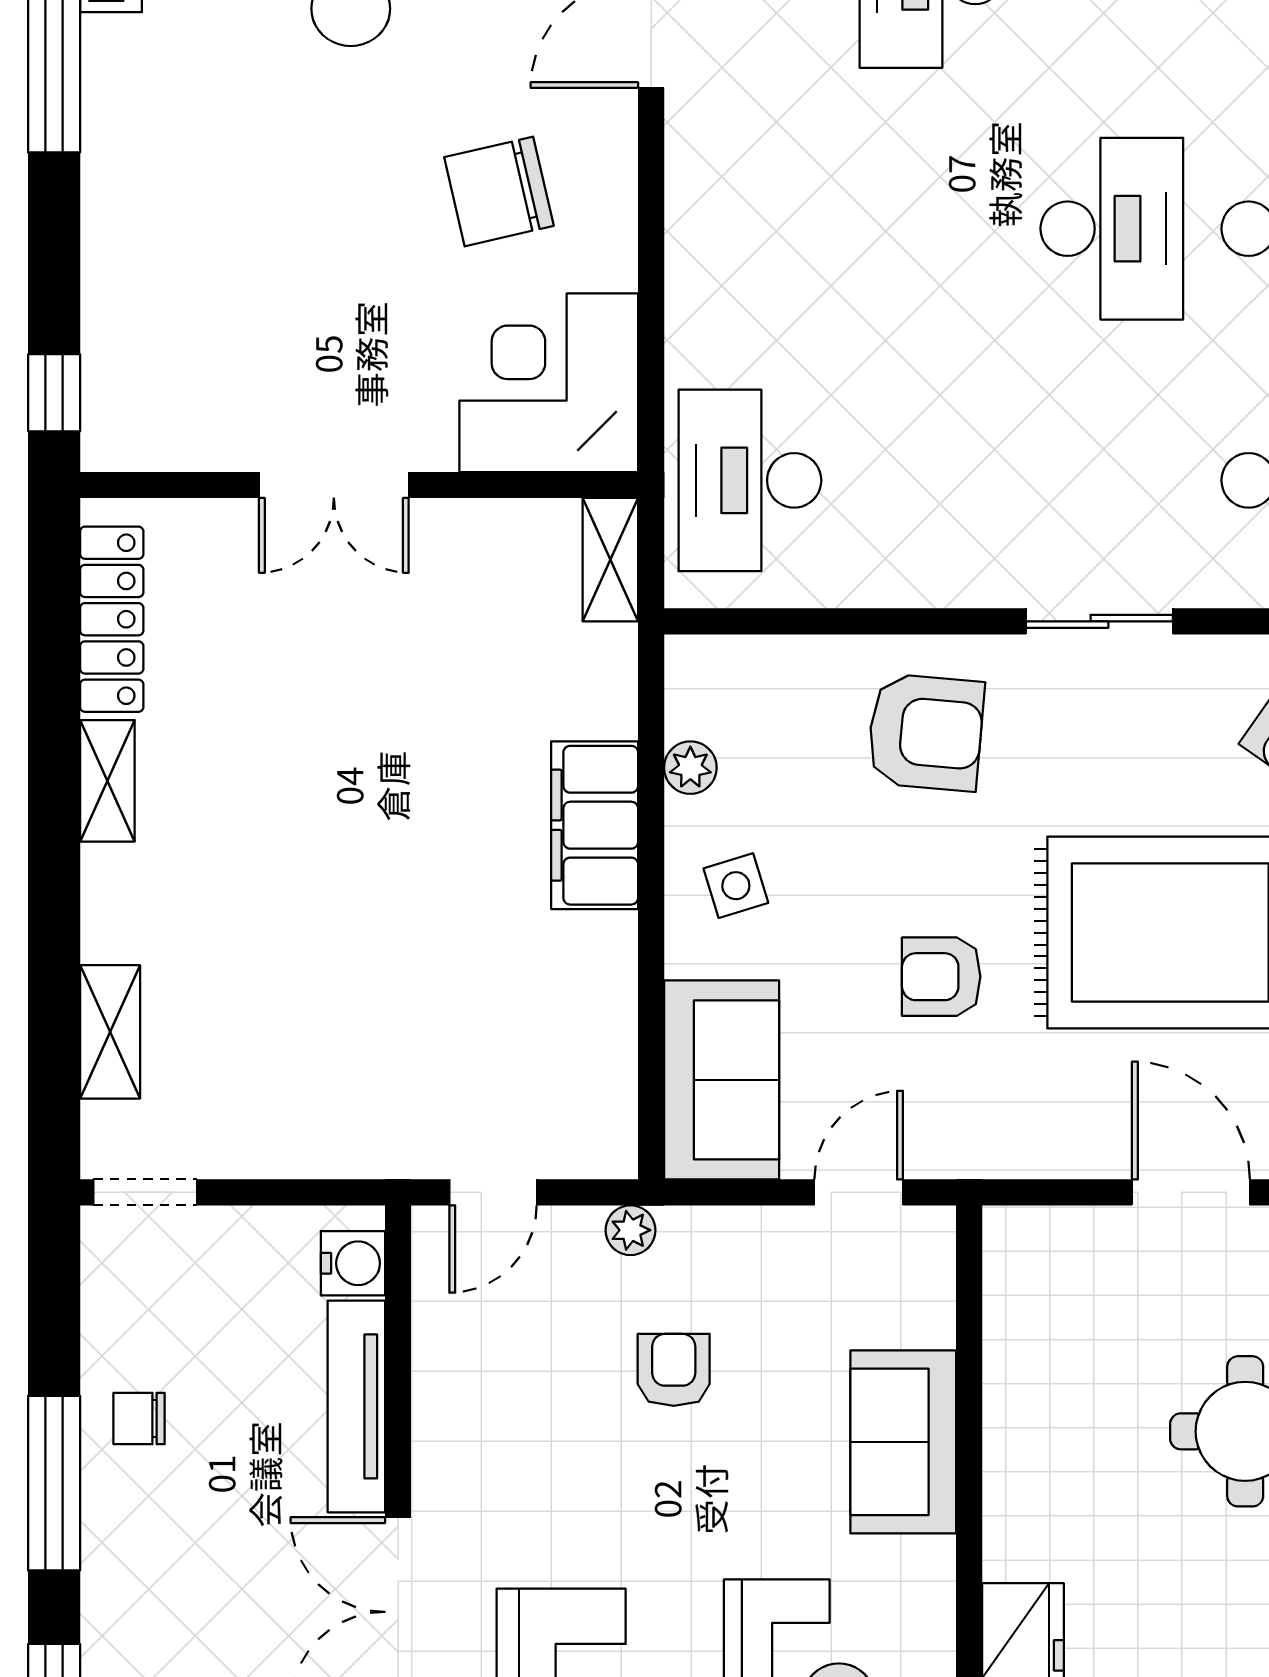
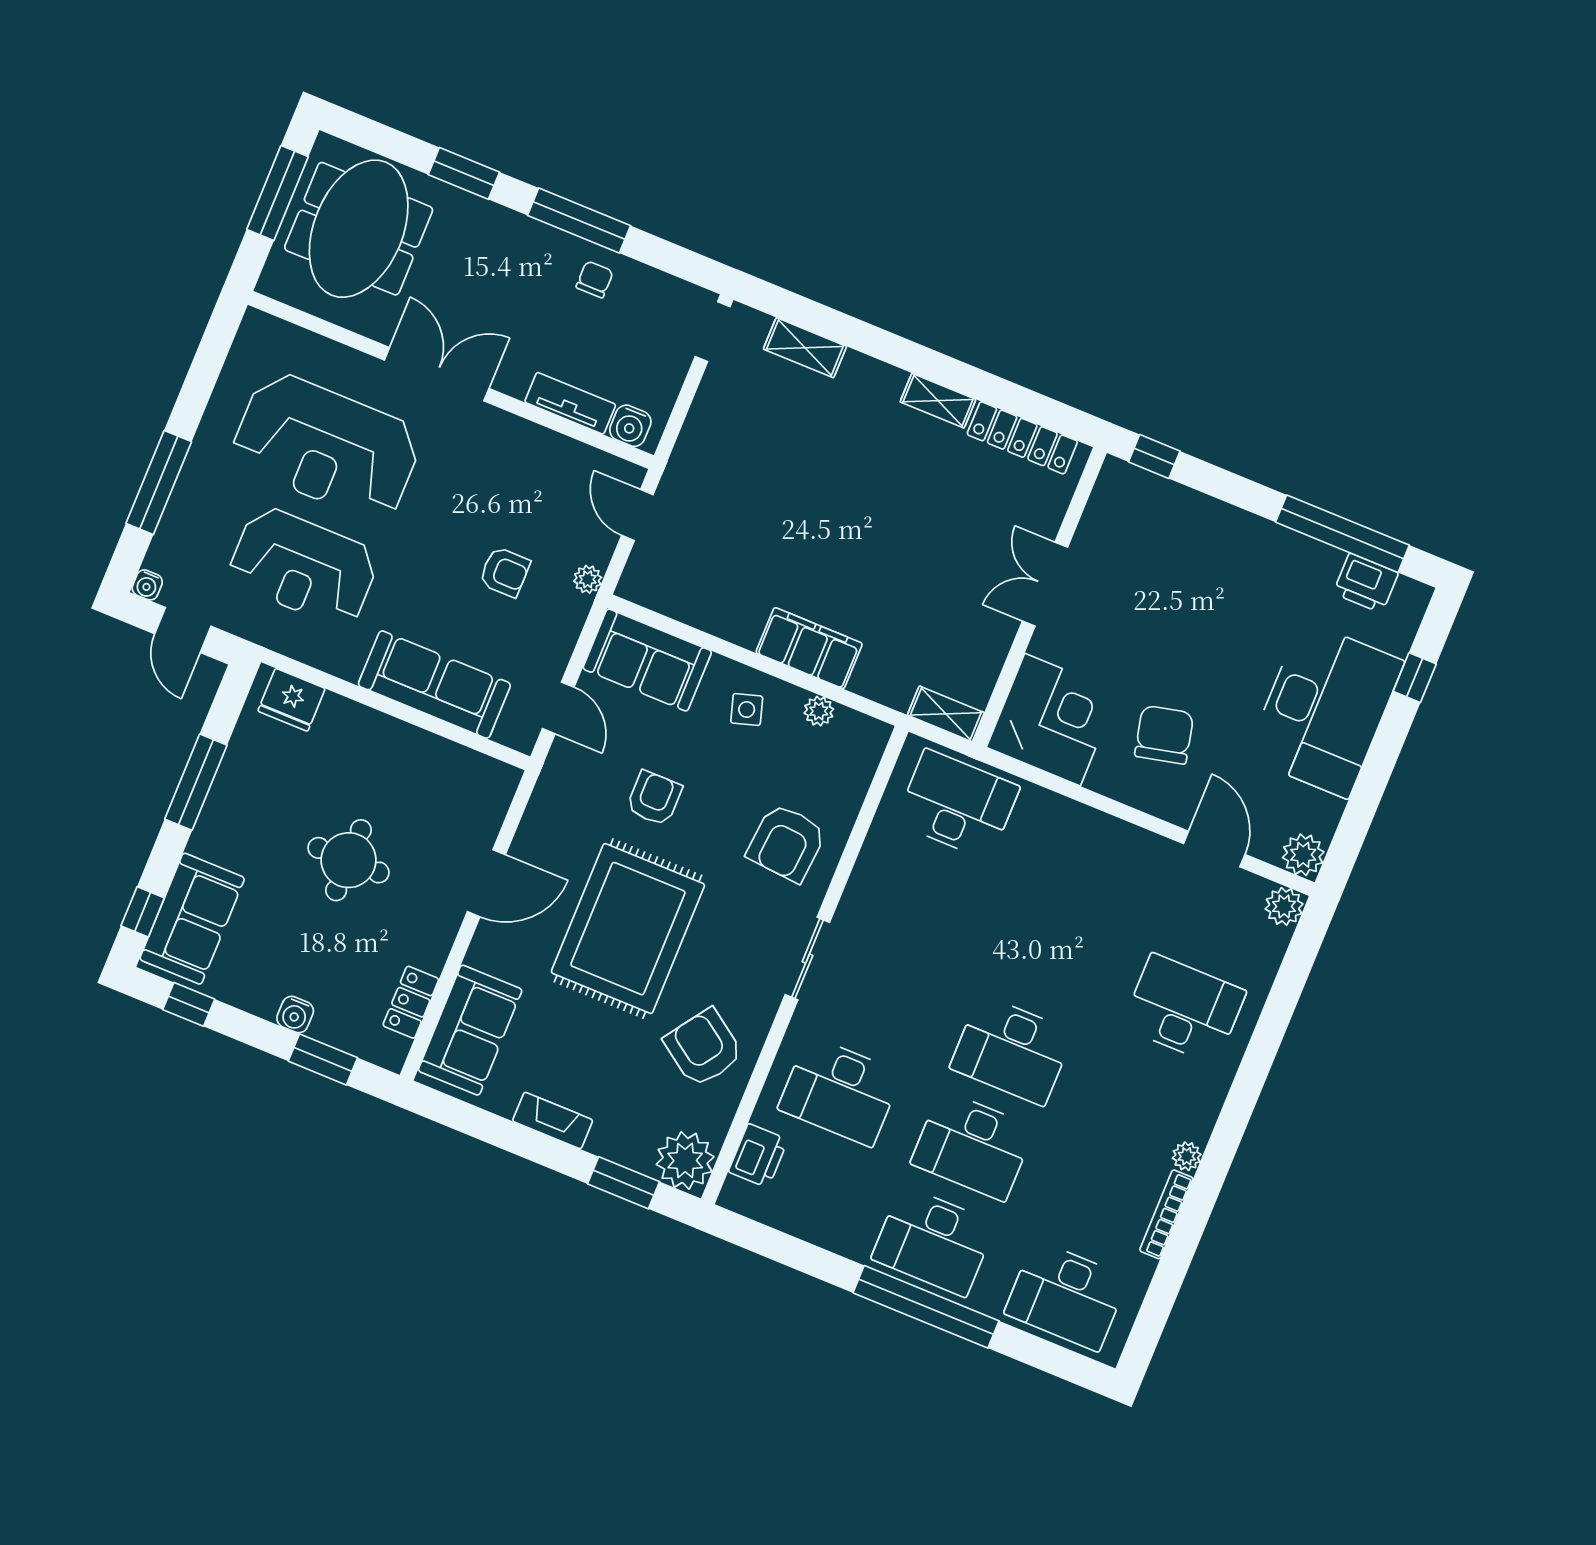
tv unit: (356, 1406) -> (570, 403), width x0.71
sofa: (903, 1442) -> (434, 685), width x1.36

